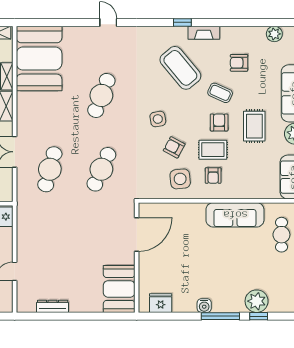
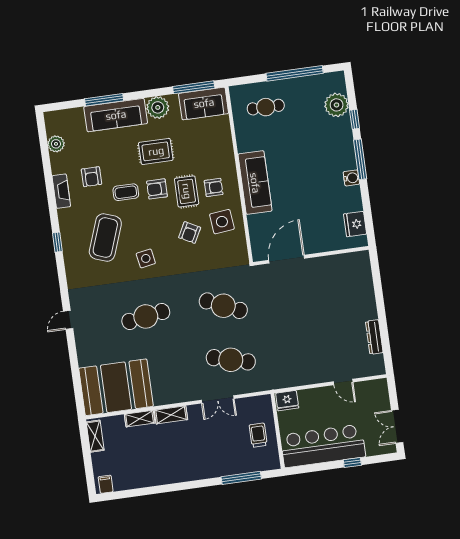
fireplace: (204, 33) -> (61, 191), moved
coffee table: (180, 68) -> (105, 238), turned -30
coffee table: (220, 93) -> (126, 192), turned 66
cafe table: (101, 95) -> (146, 316), turned -30
side table: (158, 119) -> (146, 258), moved
sofa: (235, 215) -> (255, 183), moved
door: (137, 235) -> (287, 259), hinge flipped
booth: (119, 289) -> (346, 270), removed
plant: (257, 301) -> (337, 105), moved

